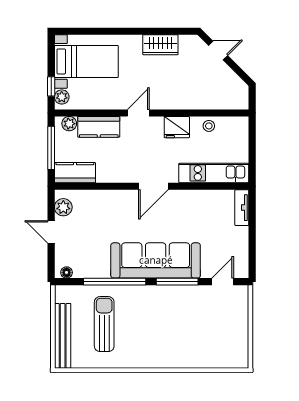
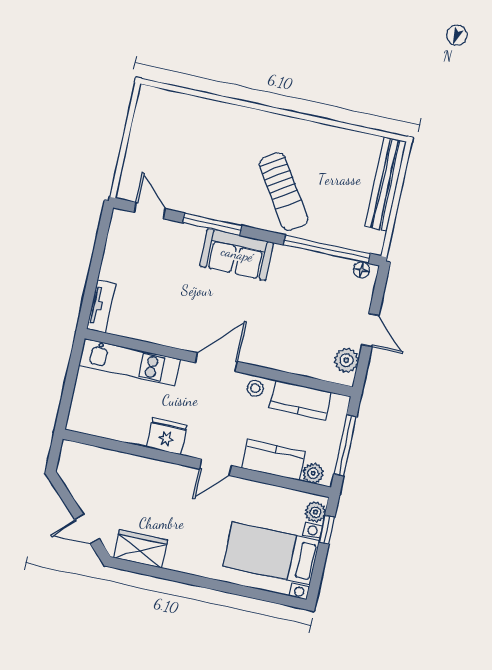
wardrobe: (160, 45) -> (140, 549), moved
stool: (209, 126) -> (255, 388), moved
kitchen counter: (75, 173) -> (300, 400), moved
sofa: (156, 260) -> (237, 254), width x0.54, depth x0.79
window: (115, 282) -> (327, 249), moved
door: (223, 282) -> (150, 211), swing flipped
sun lounger: (104, 324) -> (284, 192), moved, turned -33

